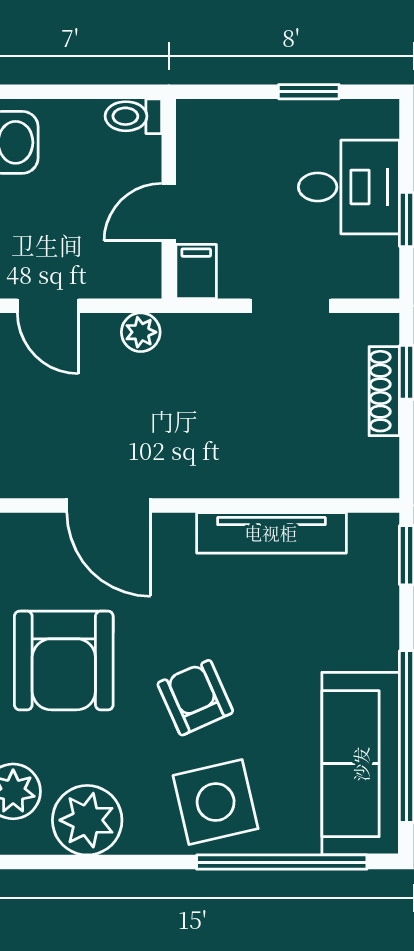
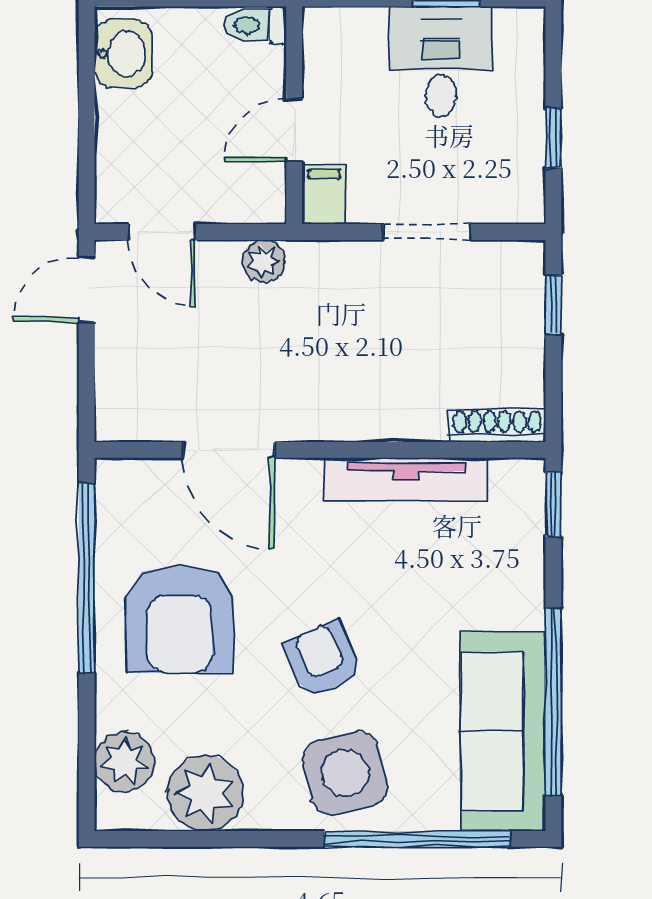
desk: (349, 187) -> (441, 61), moved, turned -90
shoe rack: (384, 391) -> (497, 426), moved, turned 90

